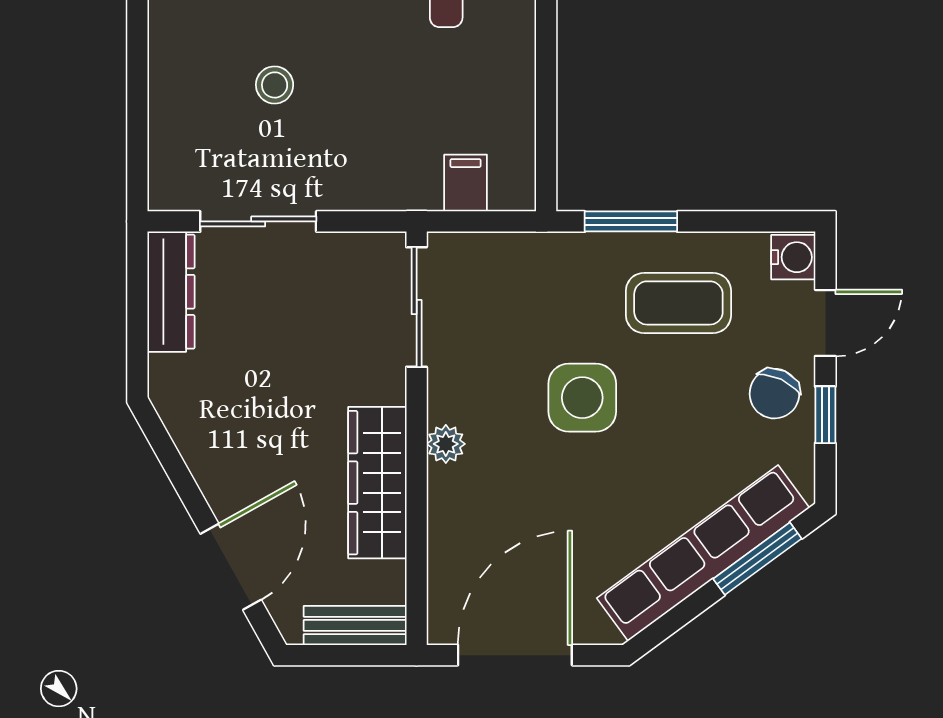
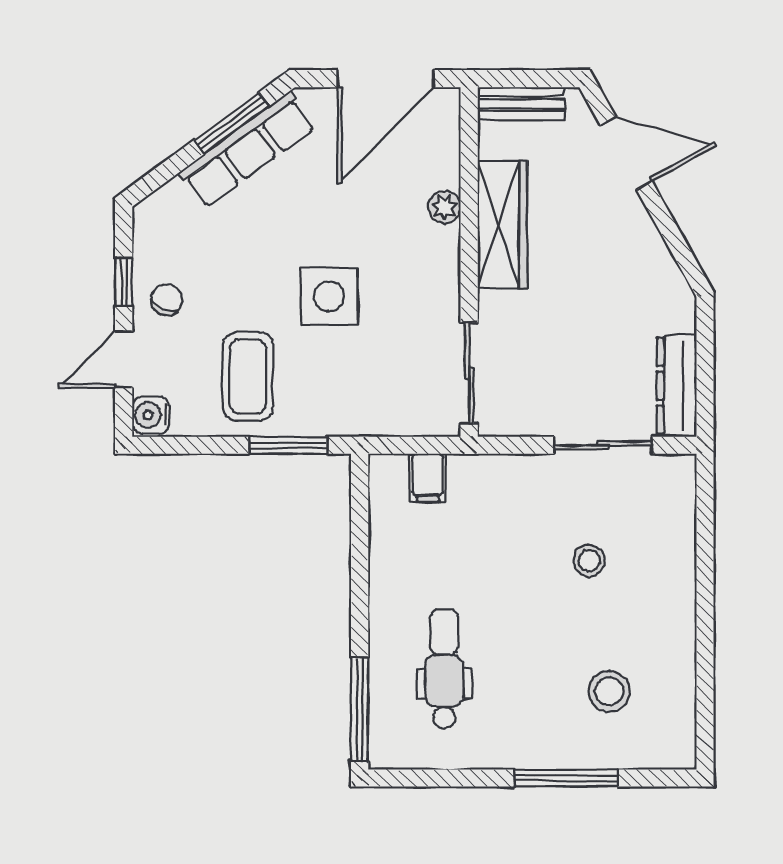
coffee table: (678, 303) -> (248, 376), turned 90
chair: (774, 394) -> (167, 300), width x0.73, depth x0.73
plant: (446, 444) -> (444, 207), moved
row of seats: (703, 553) -> (247, 150), width x0.73
window: (757, 559) -> (231, 123), moved
door: (231, 567) -> (626, 153), swing flipped

